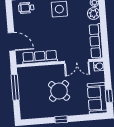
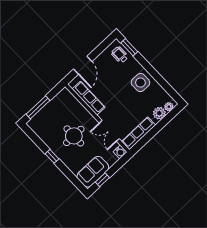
window: (15, 87) -> (38, 107), moved
round table: (59, 91) -> (74, 136), turned 45

